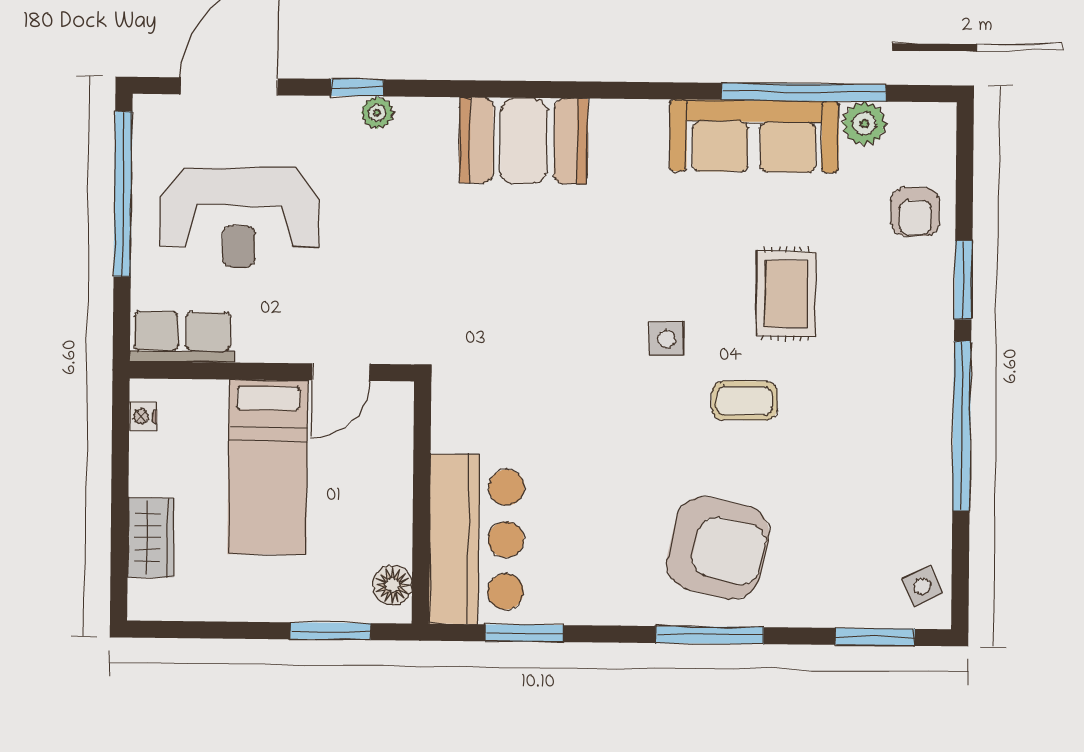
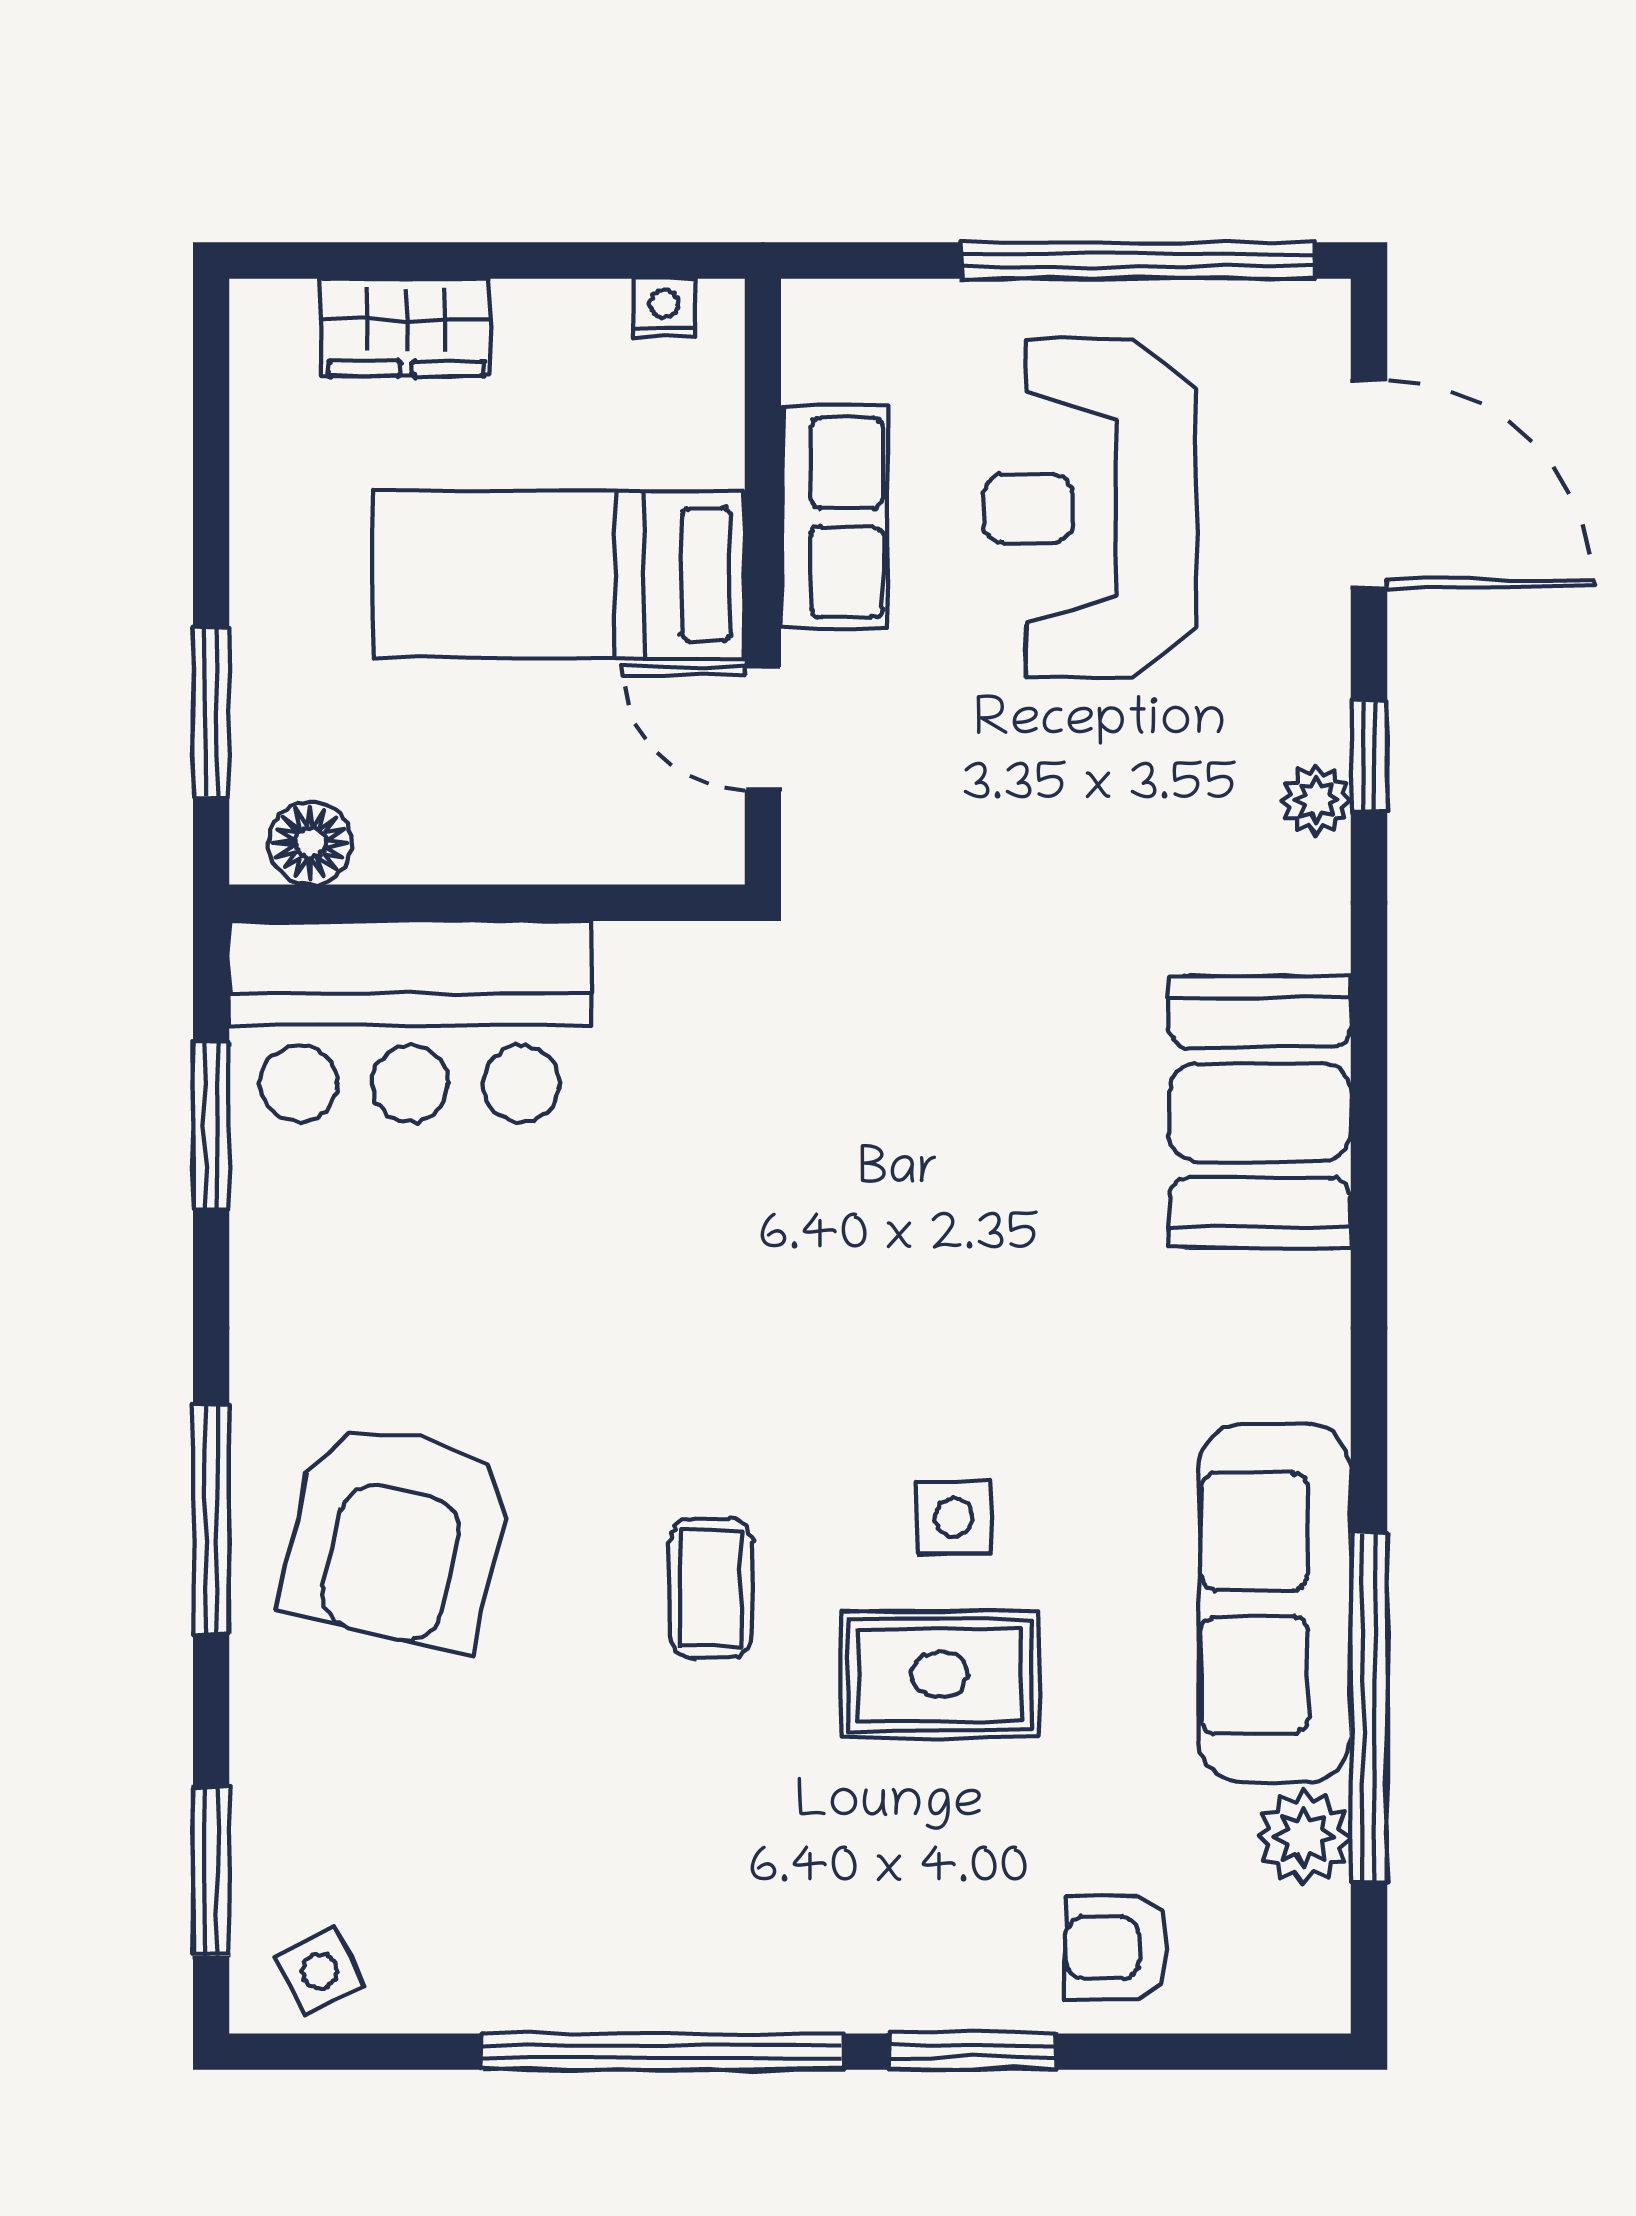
row of seats: (182, 337) -> (834, 518), moved
side table: (667, 339) -> (954, 1517), moved

